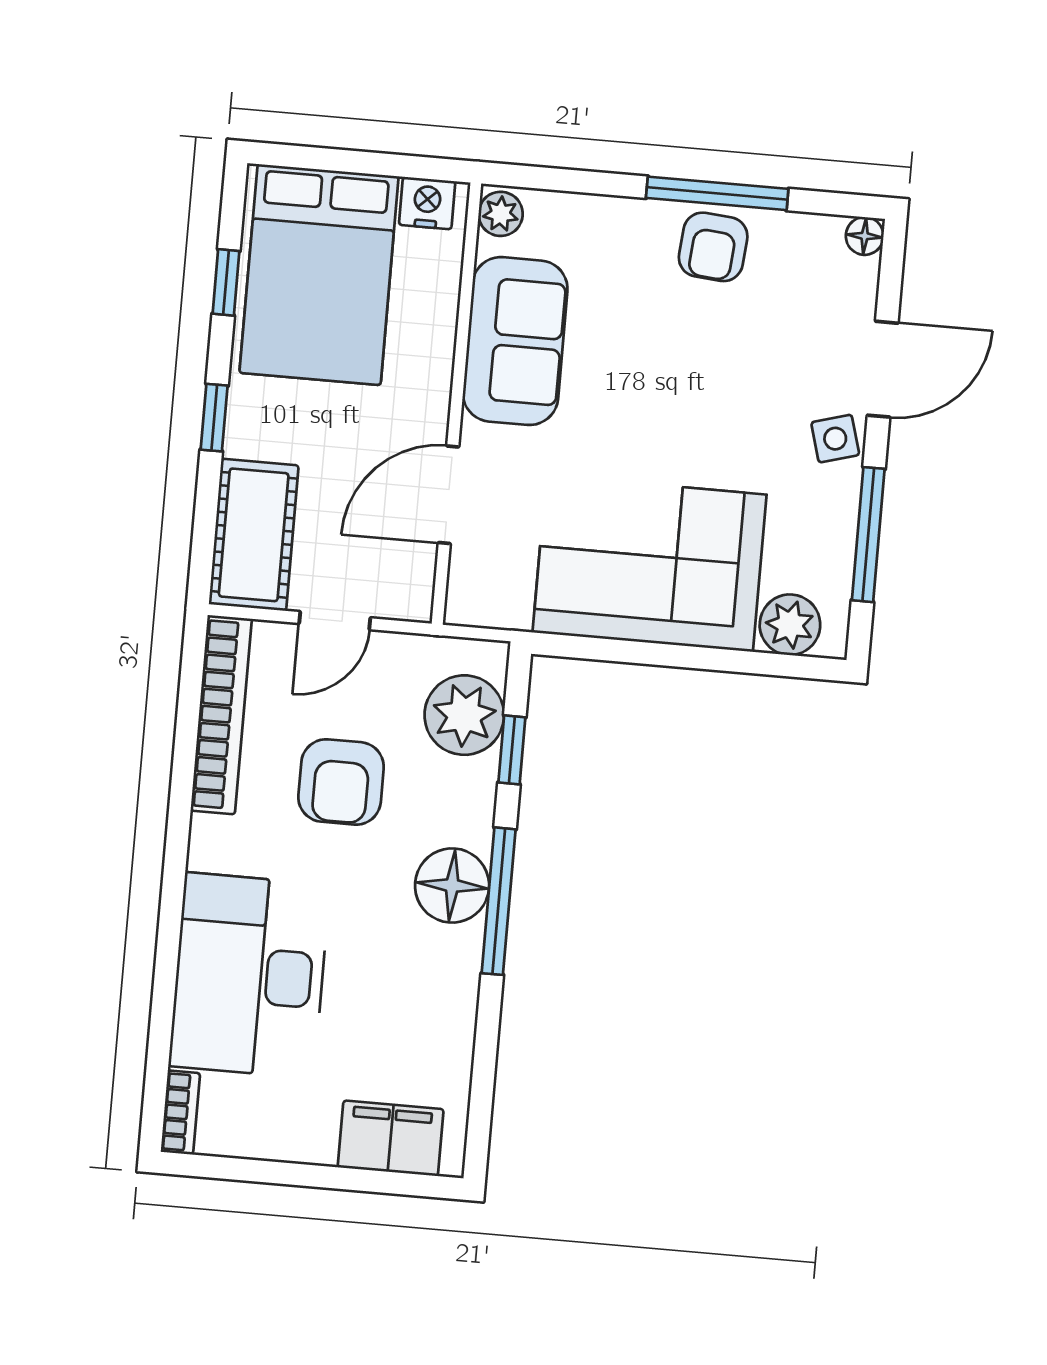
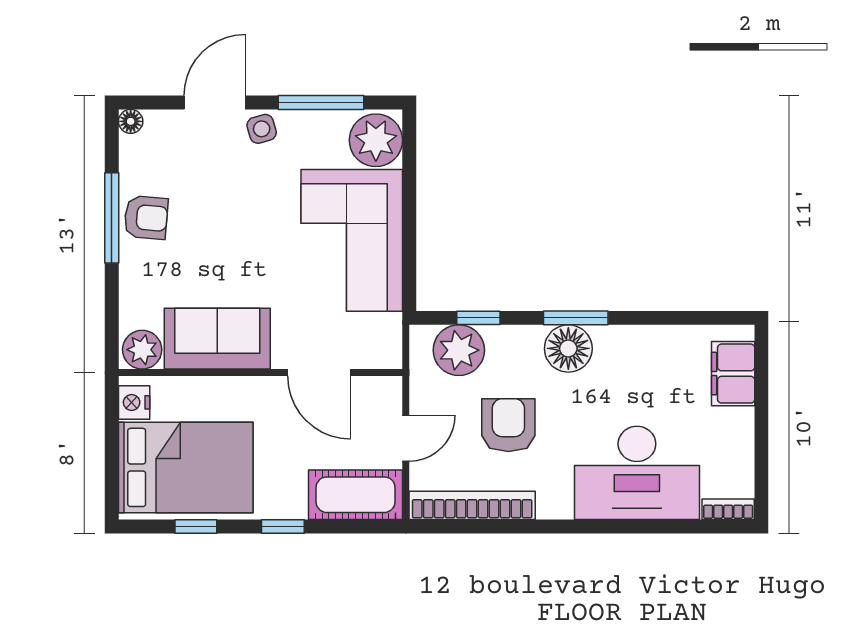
plant: (501, 214) -> (142, 350), width x1.38, depth x1.38
door: (883, 369) -> (215, 102), hinge flipped
door: (335, 621) -> (406, 438), hinge flipped
plant: (790, 625) -> (376, 140), width x1.36, depth x1.36
armchair: (341, 782) -> (508, 425), turned -90
window: (499, 901) -> (576, 318), width x0.69

